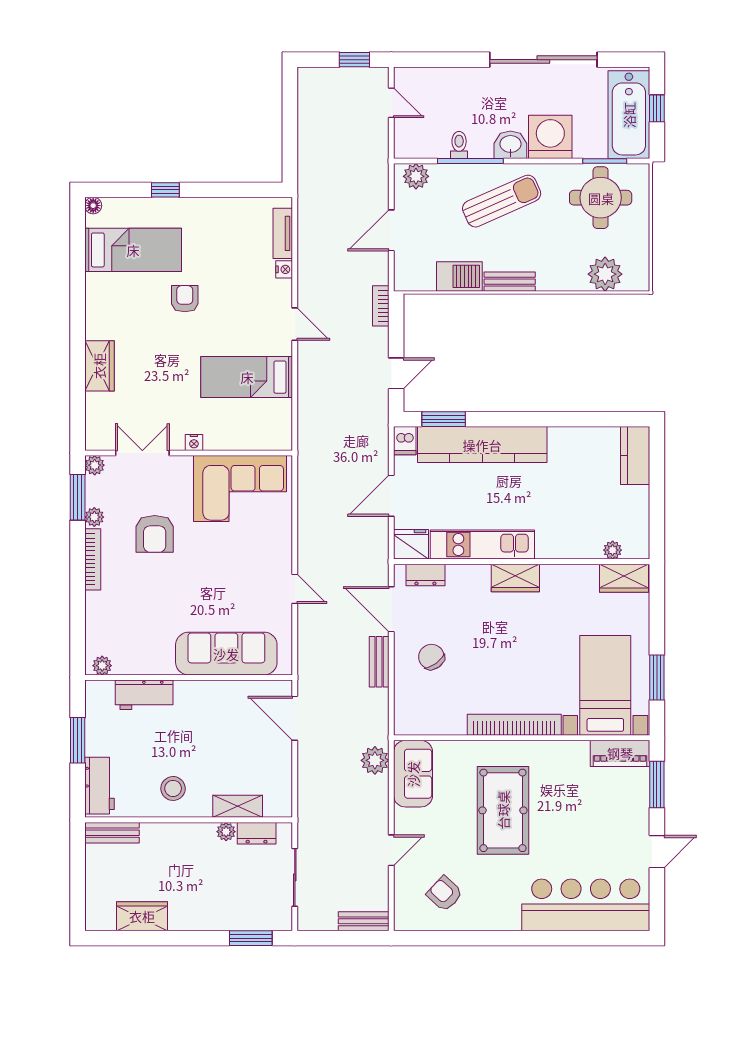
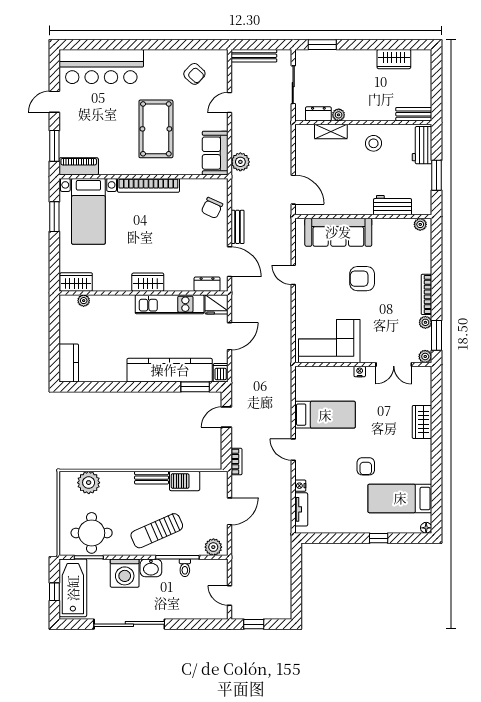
armchair: (155, 534) -> (362, 279), moved, turned -90
chair: (431, 657) -> (212, 208), moved, turned 61
bench: (364, 921) -> (254, 56), width x1.36

